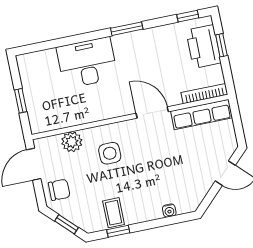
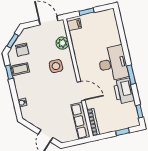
printer: (203, 47) -> (124, 91), moved, turned -90
desk: (87, 63) -> (113, 63), moved
door: (152, 112) -> (81, 91), hinge flipped
filing cabinet: (42, 122) -> (74, 25), added
chair: (59, 190) -> (22, 50), moved

